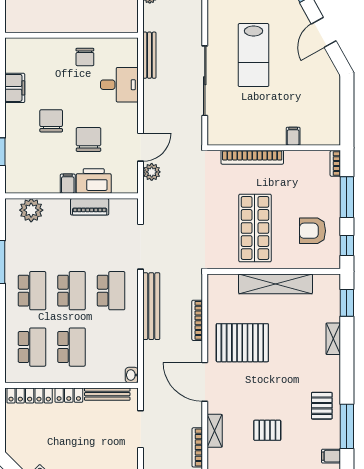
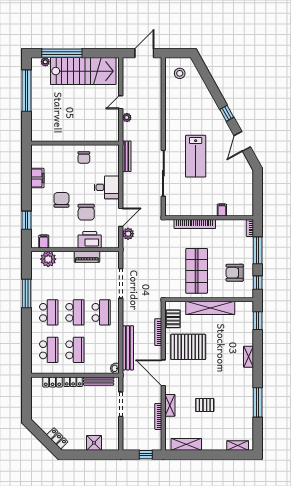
desk: (119, 85) -> (107, 187), moved
chair: (88, 140) -> (86, 212), turned 180
filing cabinet: (68, 184) -> (44, 242), moved
bench: (151, 306) -> (128, 348), moved
shelving: (333, 339) -> (249, 357), moved
locker: (30, 396) -> (53, 382), width x0.66
pallet: (322, 406) -> (173, 319), moved
filing cabinet: (331, 456) -> (247, 422), removed

